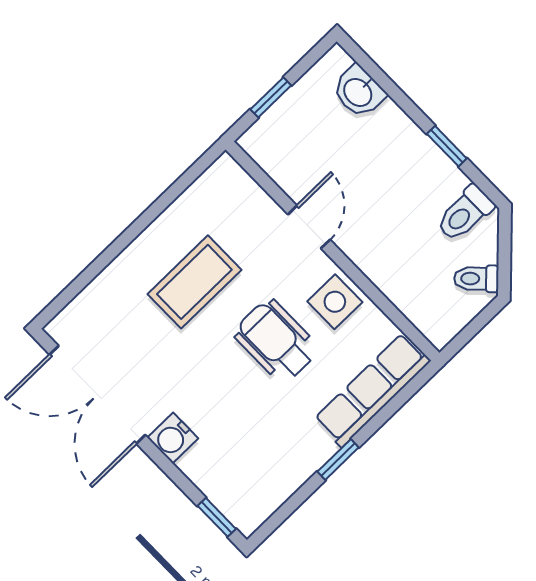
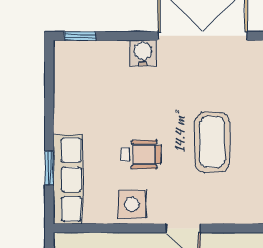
wheelchair: (276, 341) -> (141, 155), width x0.73, depth x0.73
window: (338, 460) -> (49, 168), moved

